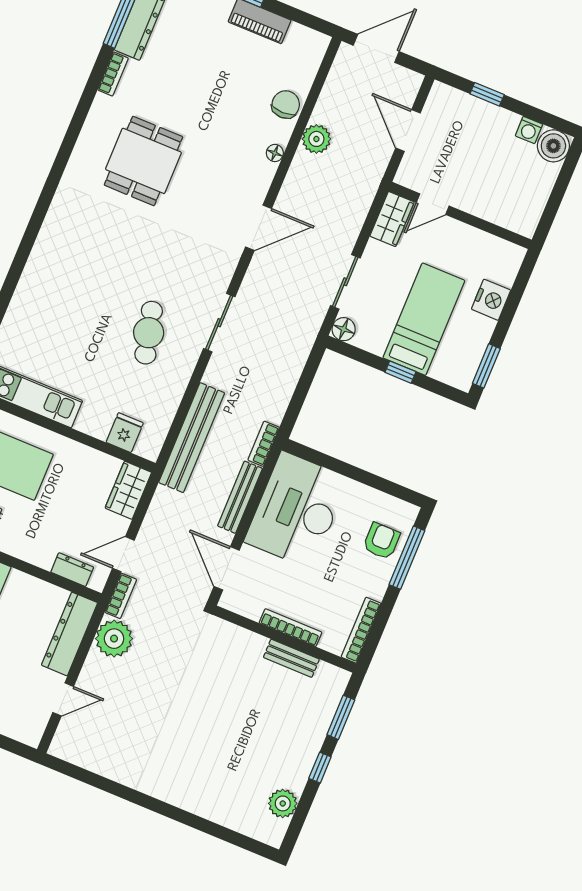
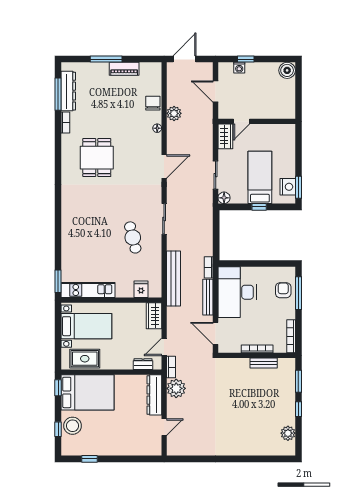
washing machine: (529, 130) -> (239, 68), moved
nightstand: (491, 300) -> (288, 187), moved

